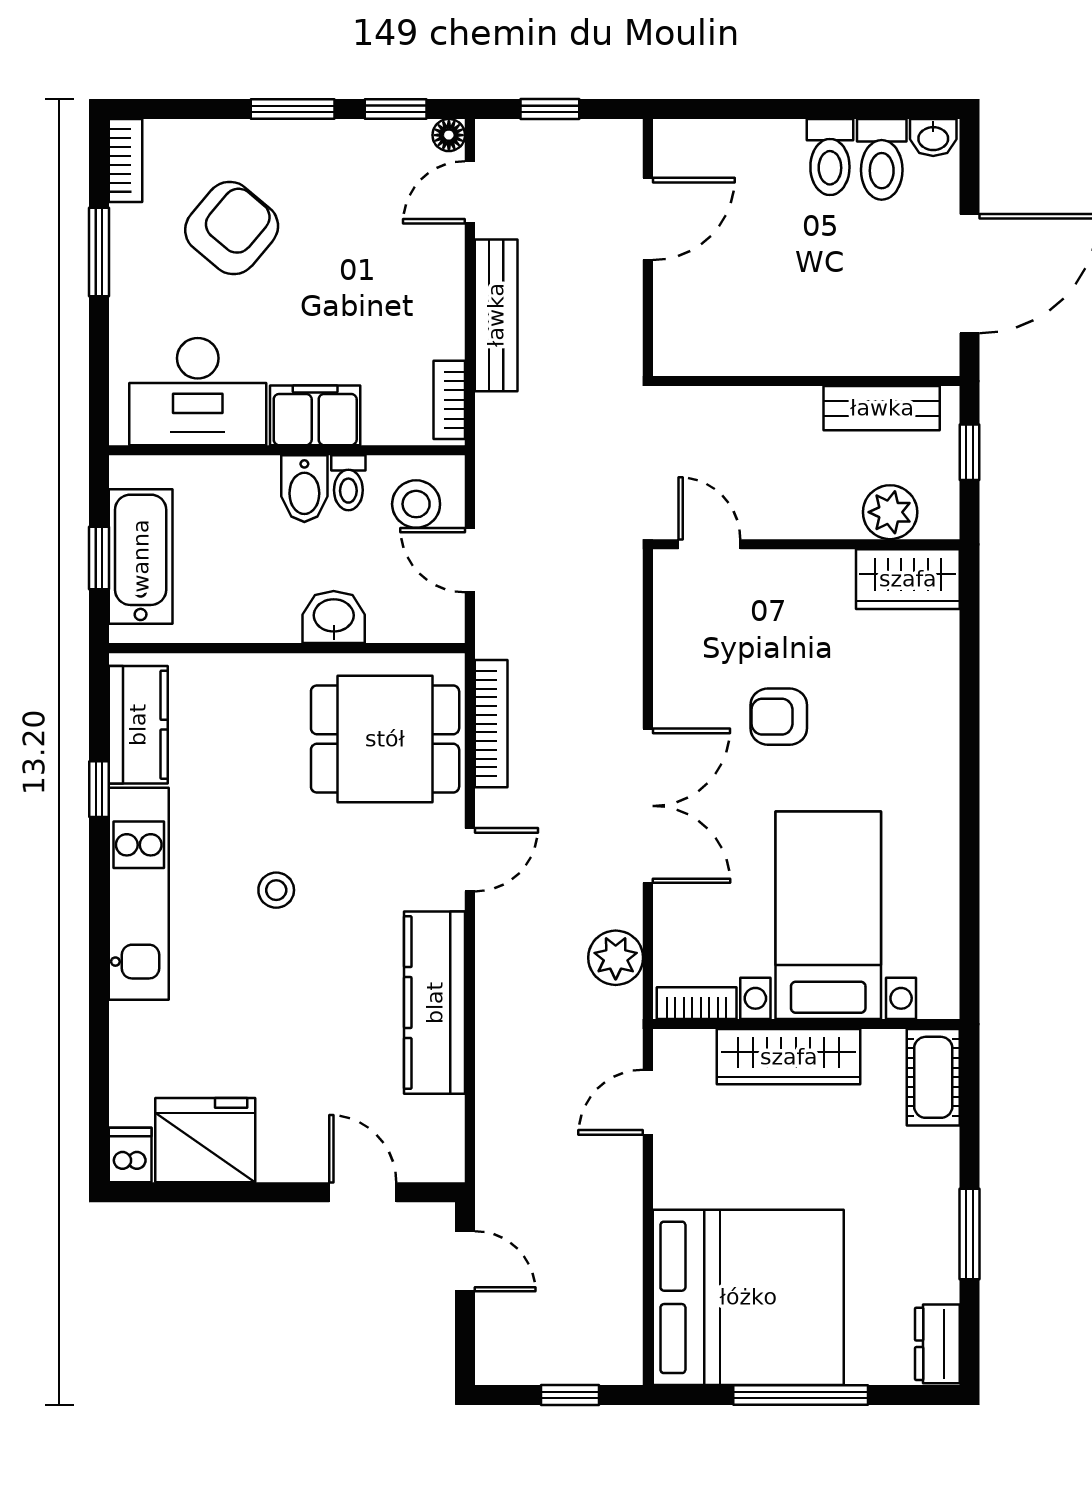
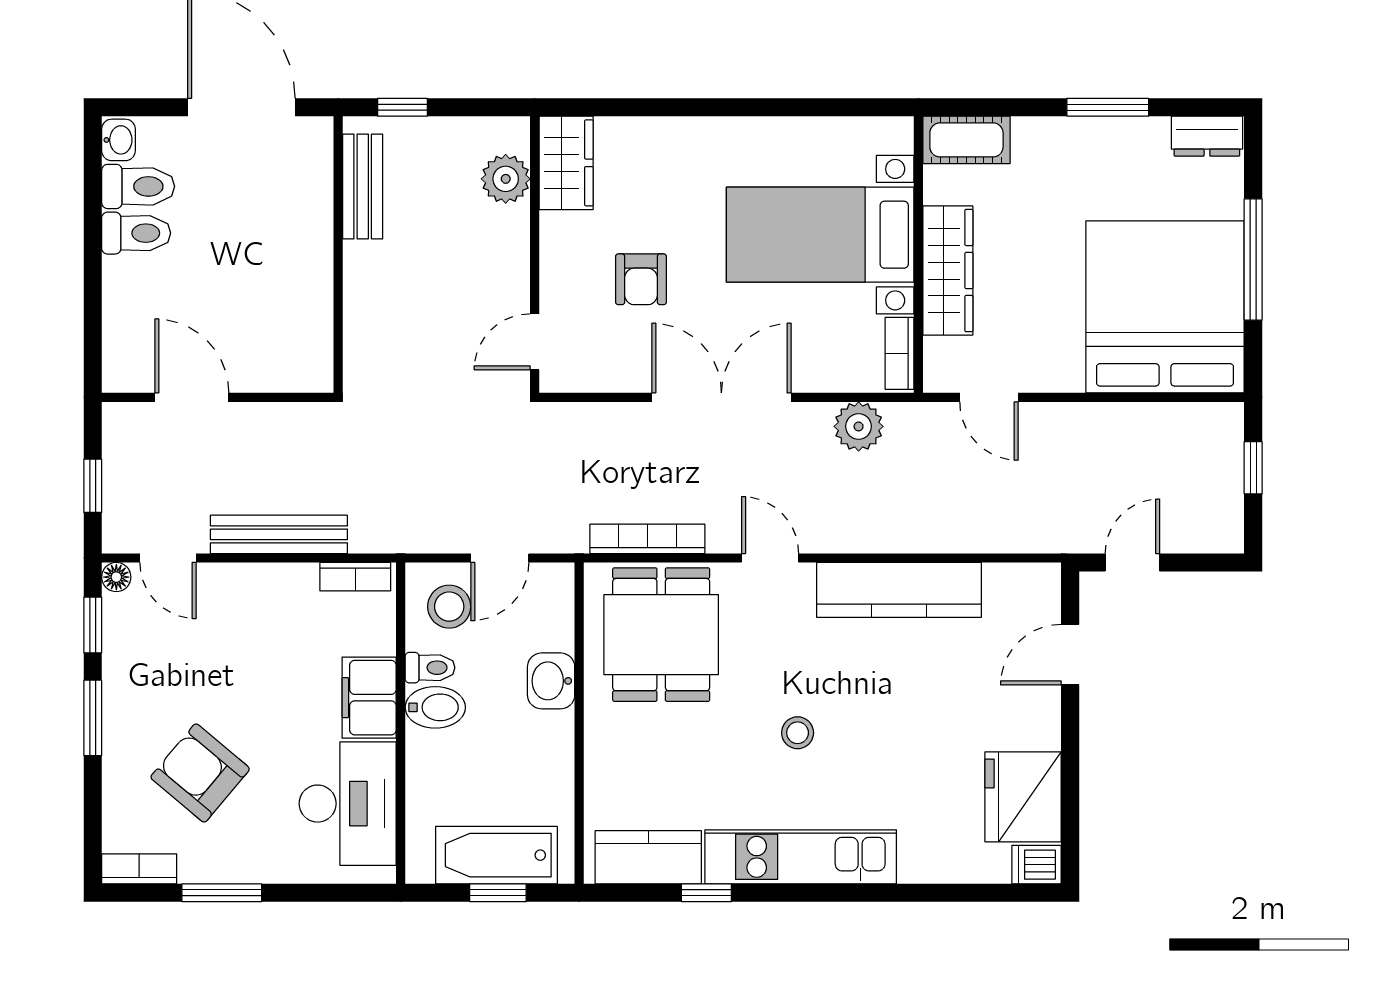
plant: (890, 512) -> (506, 179), moved
door: (709, 544) -> (535, 342), moved
wall: (806, 544) -> (535, 255), moved
wardrobe: (908, 579) -> (566, 163), moved

